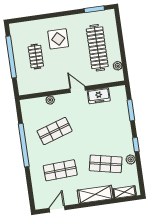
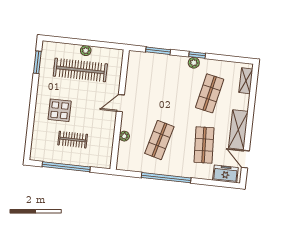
plant: (118, 66) -> (86, 51), moved
freezer: (99, 96) -> (225, 174), moved, turned -90
shop shelf: (55, 131) -> (159, 140), turned 33
plant: (131, 159) -> (194, 63), moved
shelving: (95, 194) -> (238, 130), moved

